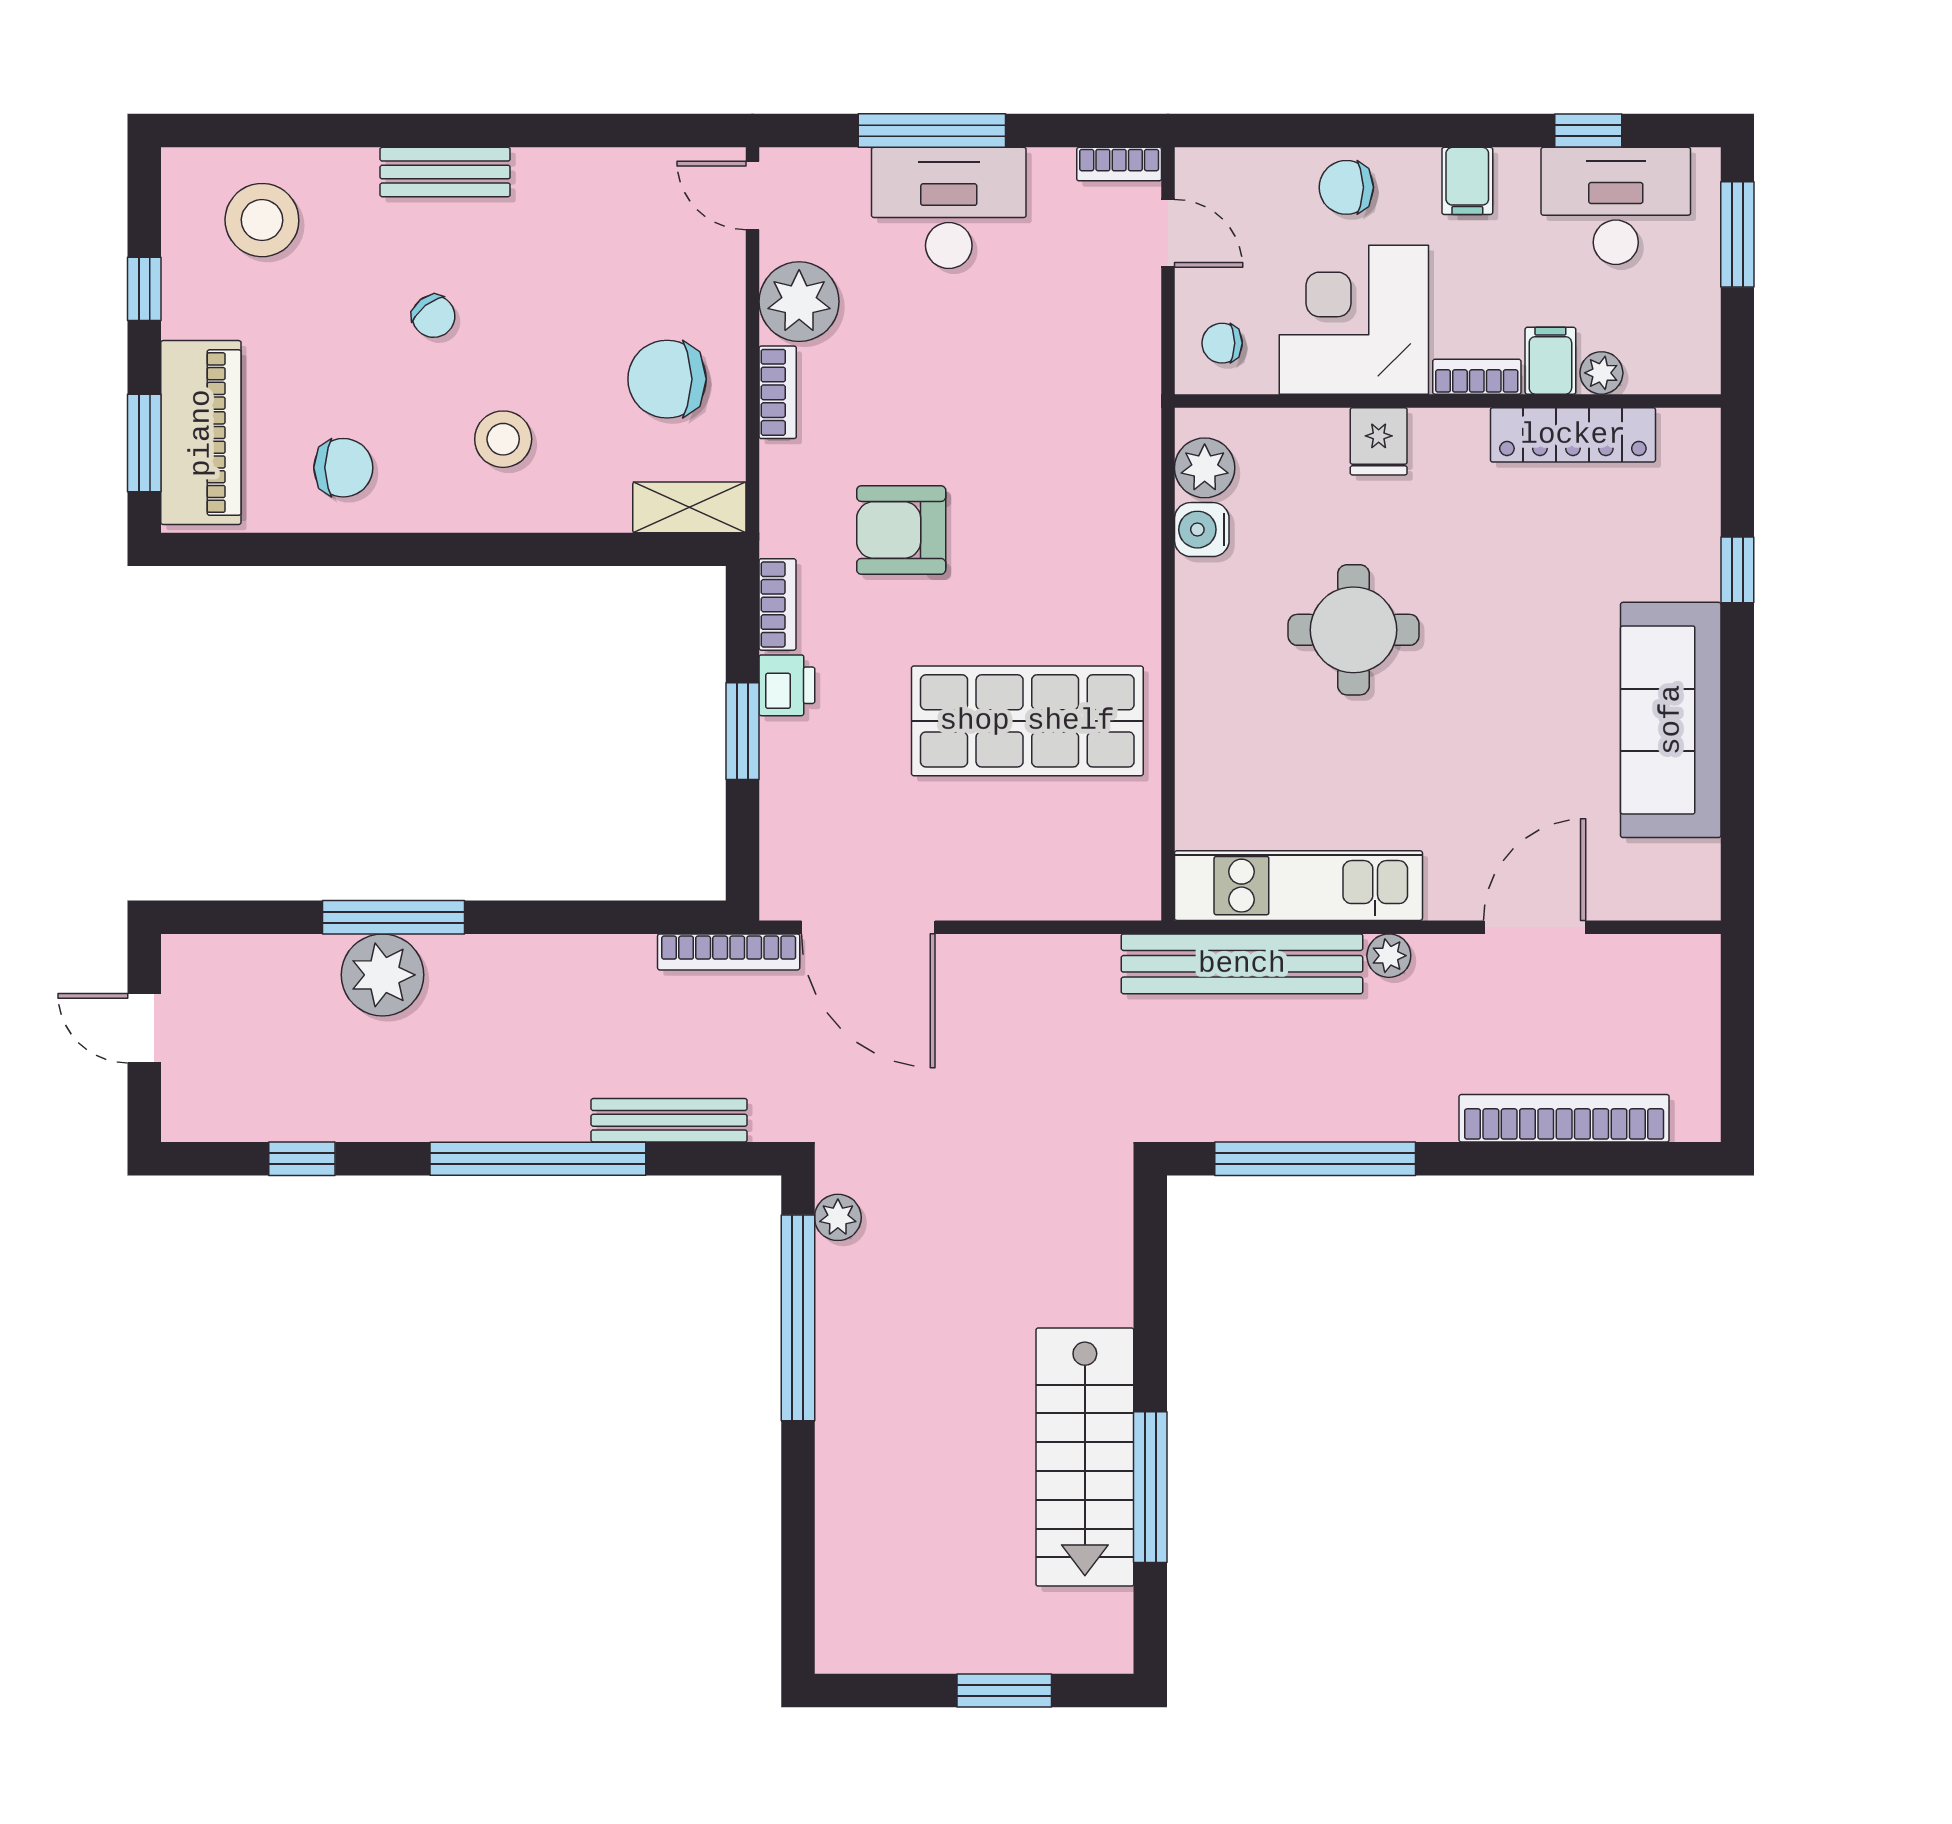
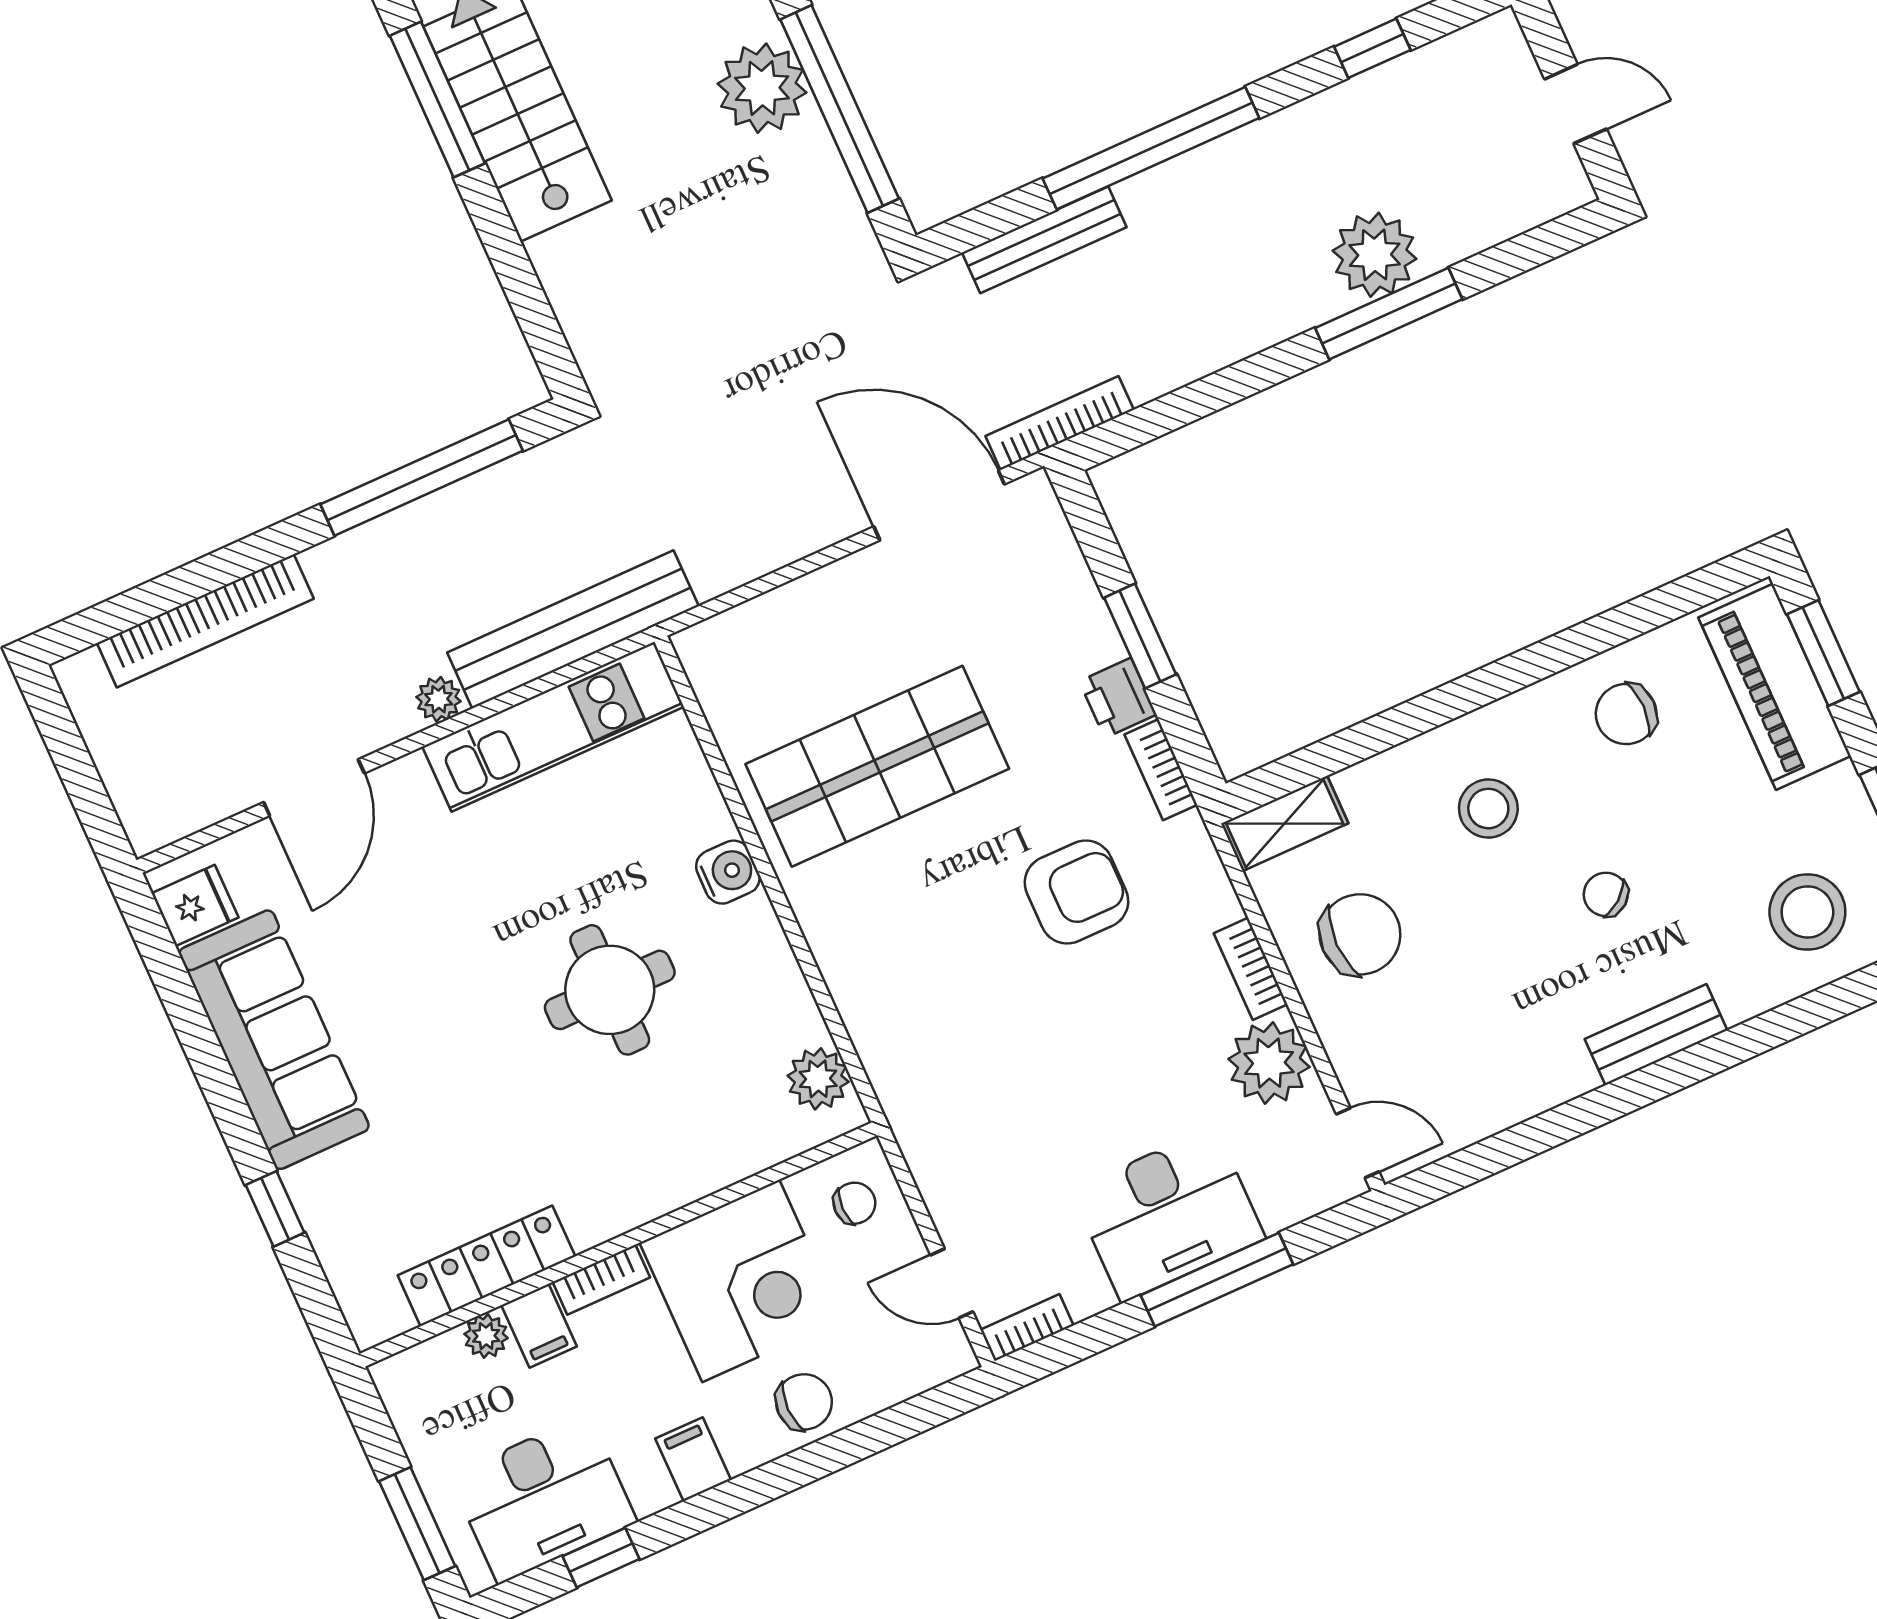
fridge: (1379, 441) -> (195, 905), moved, turned 90
water cooler: (1202, 530) -> (728, 872), moved
plant: (838, 1217) -> (762, 88), moved, width x1.88, depth x1.88

